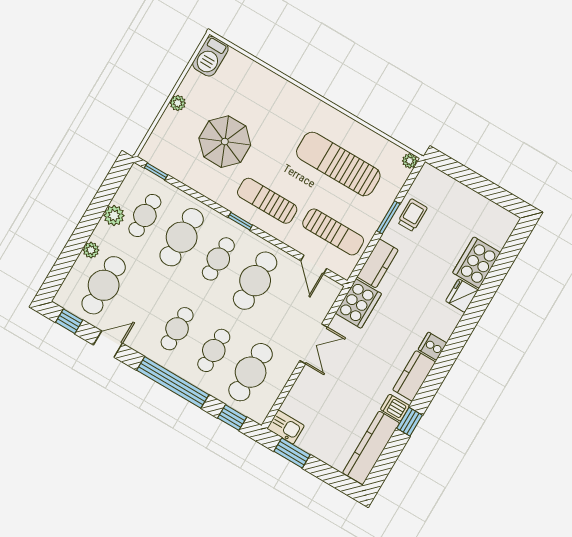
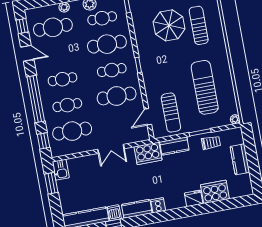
kitchen counter: (463, 198) -> (240, 159), added
sun lounger: (267, 201) -> (199, 25), moved

